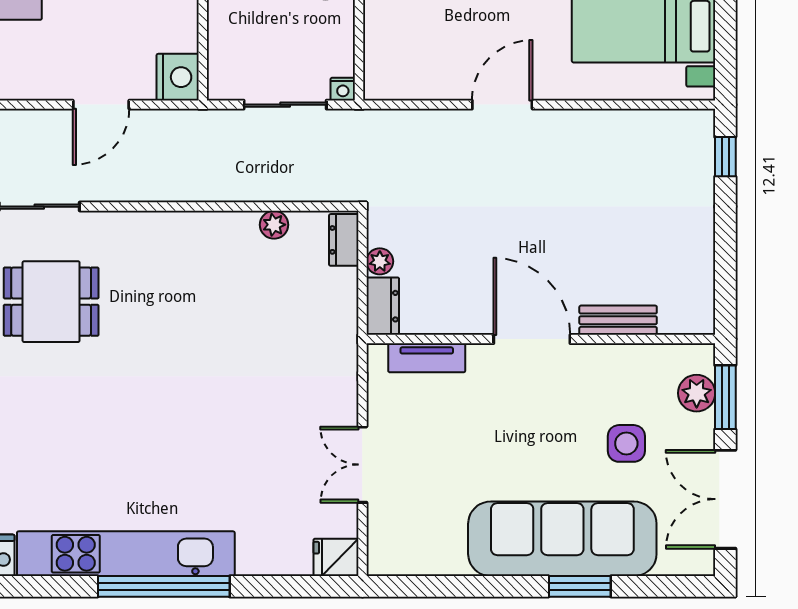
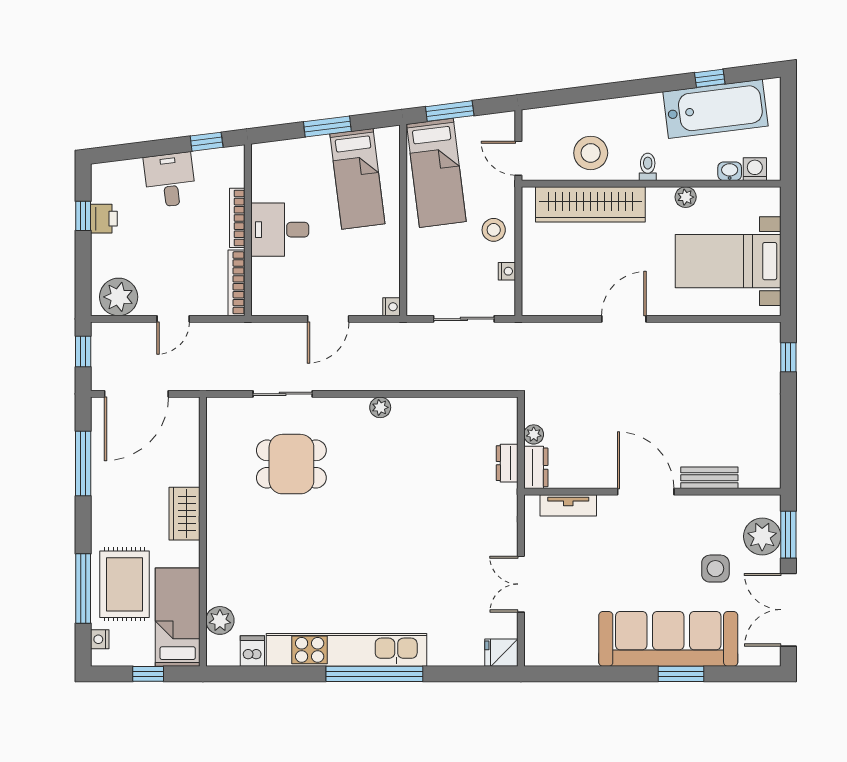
nightstand: (178, 77) -> (392, 307), width x0.53, depth x0.56
nightstand: (343, 89) -> (507, 271), moved, turned -90
plant: (274, 225) -> (380, 407), moved
dresser: (344, 240) -> (507, 463), moved
plant: (697, 393) -> (762, 536), width x1.36, depth x1.36

